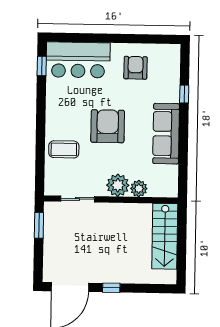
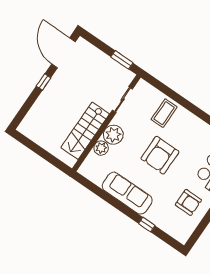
armchair: (108, 126) -> (160, 155), turned 90
stairs: (165, 236) -> (85, 131), moved, turned -90

